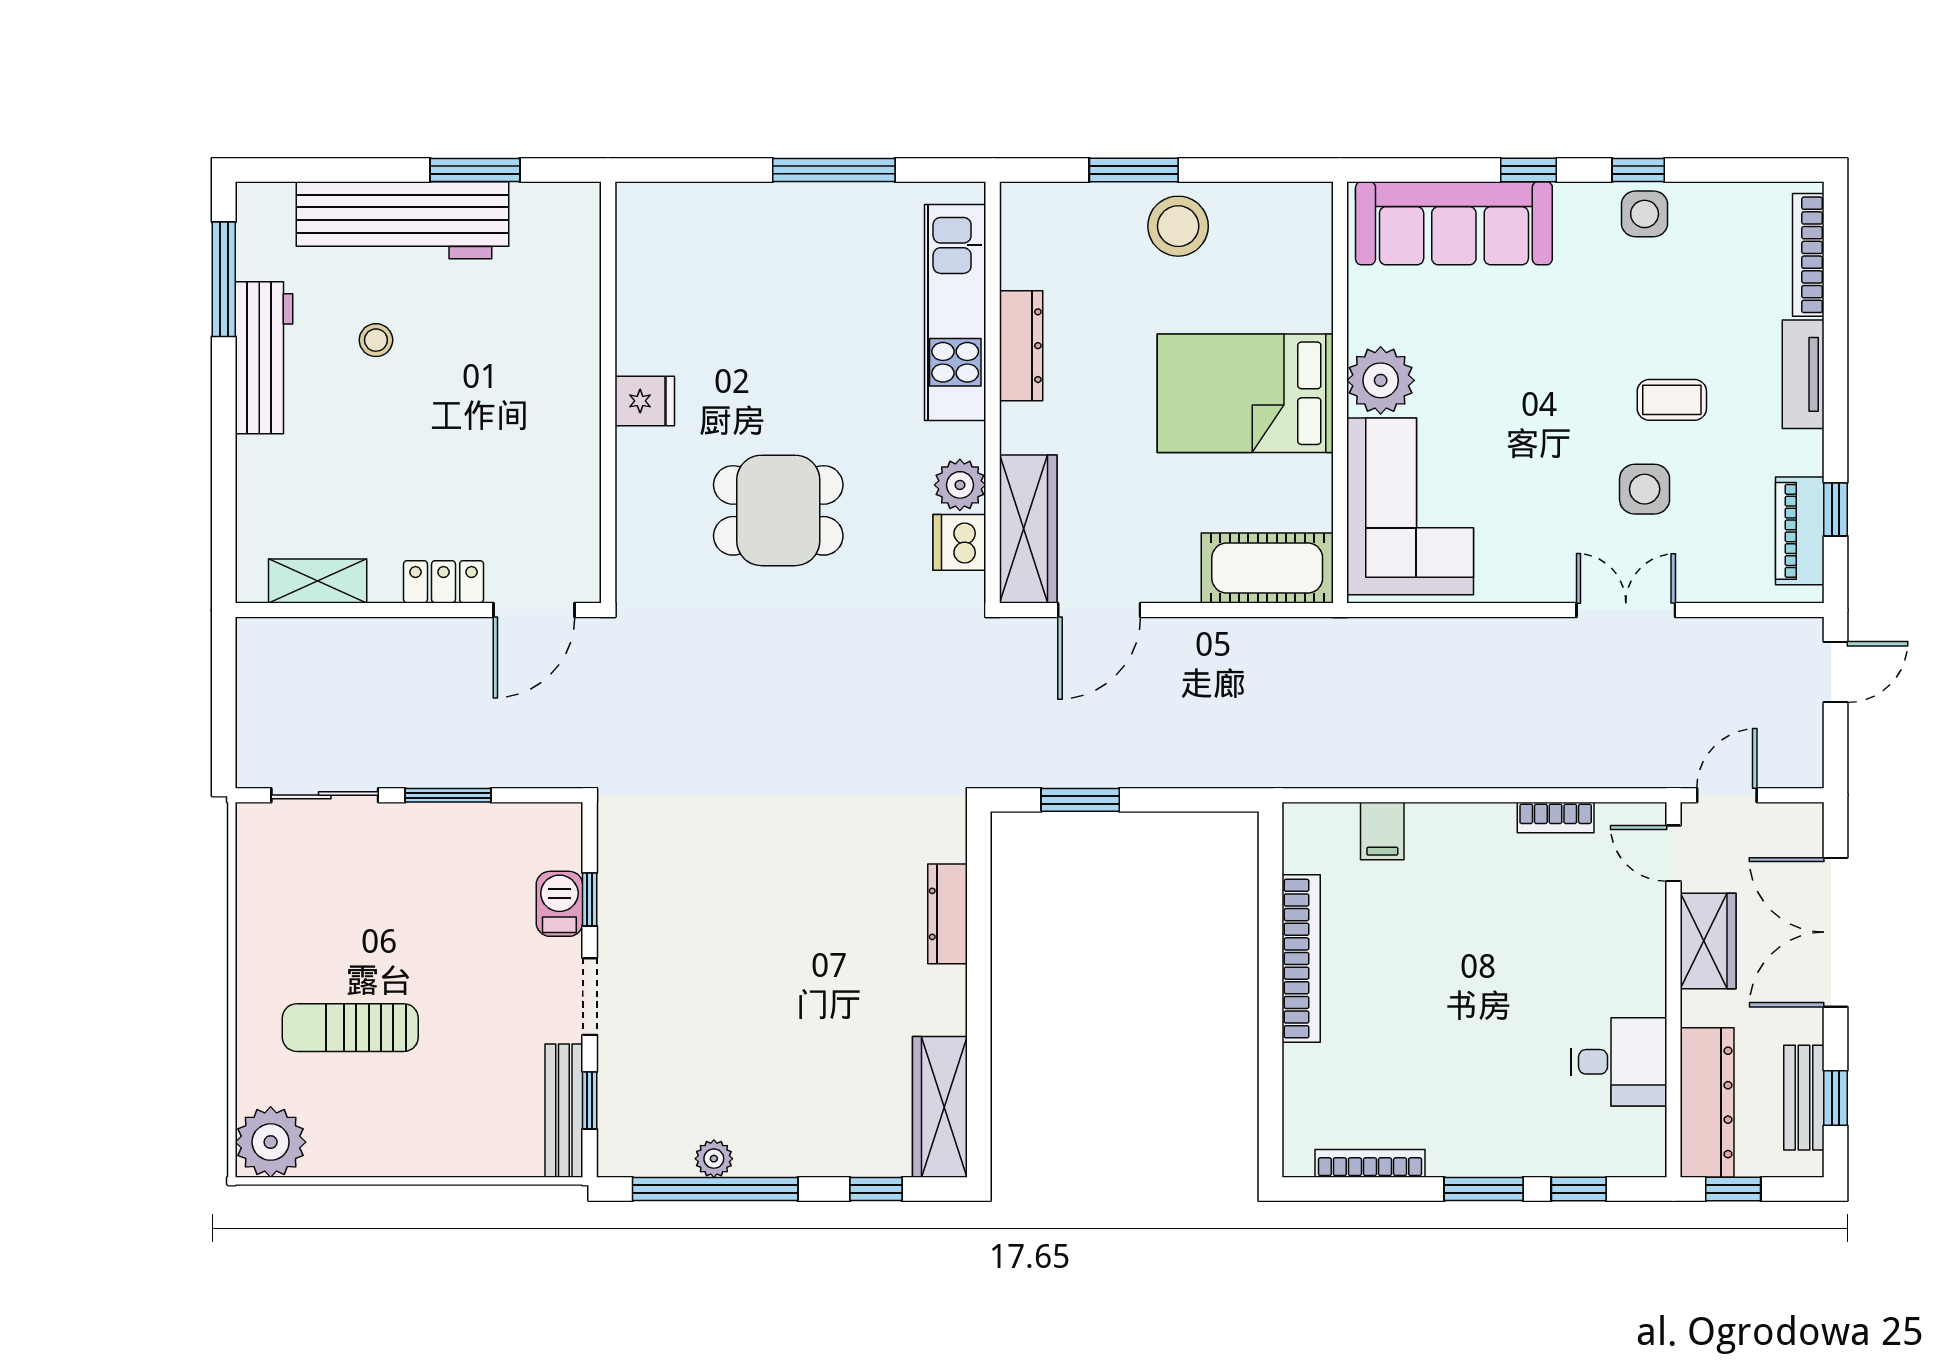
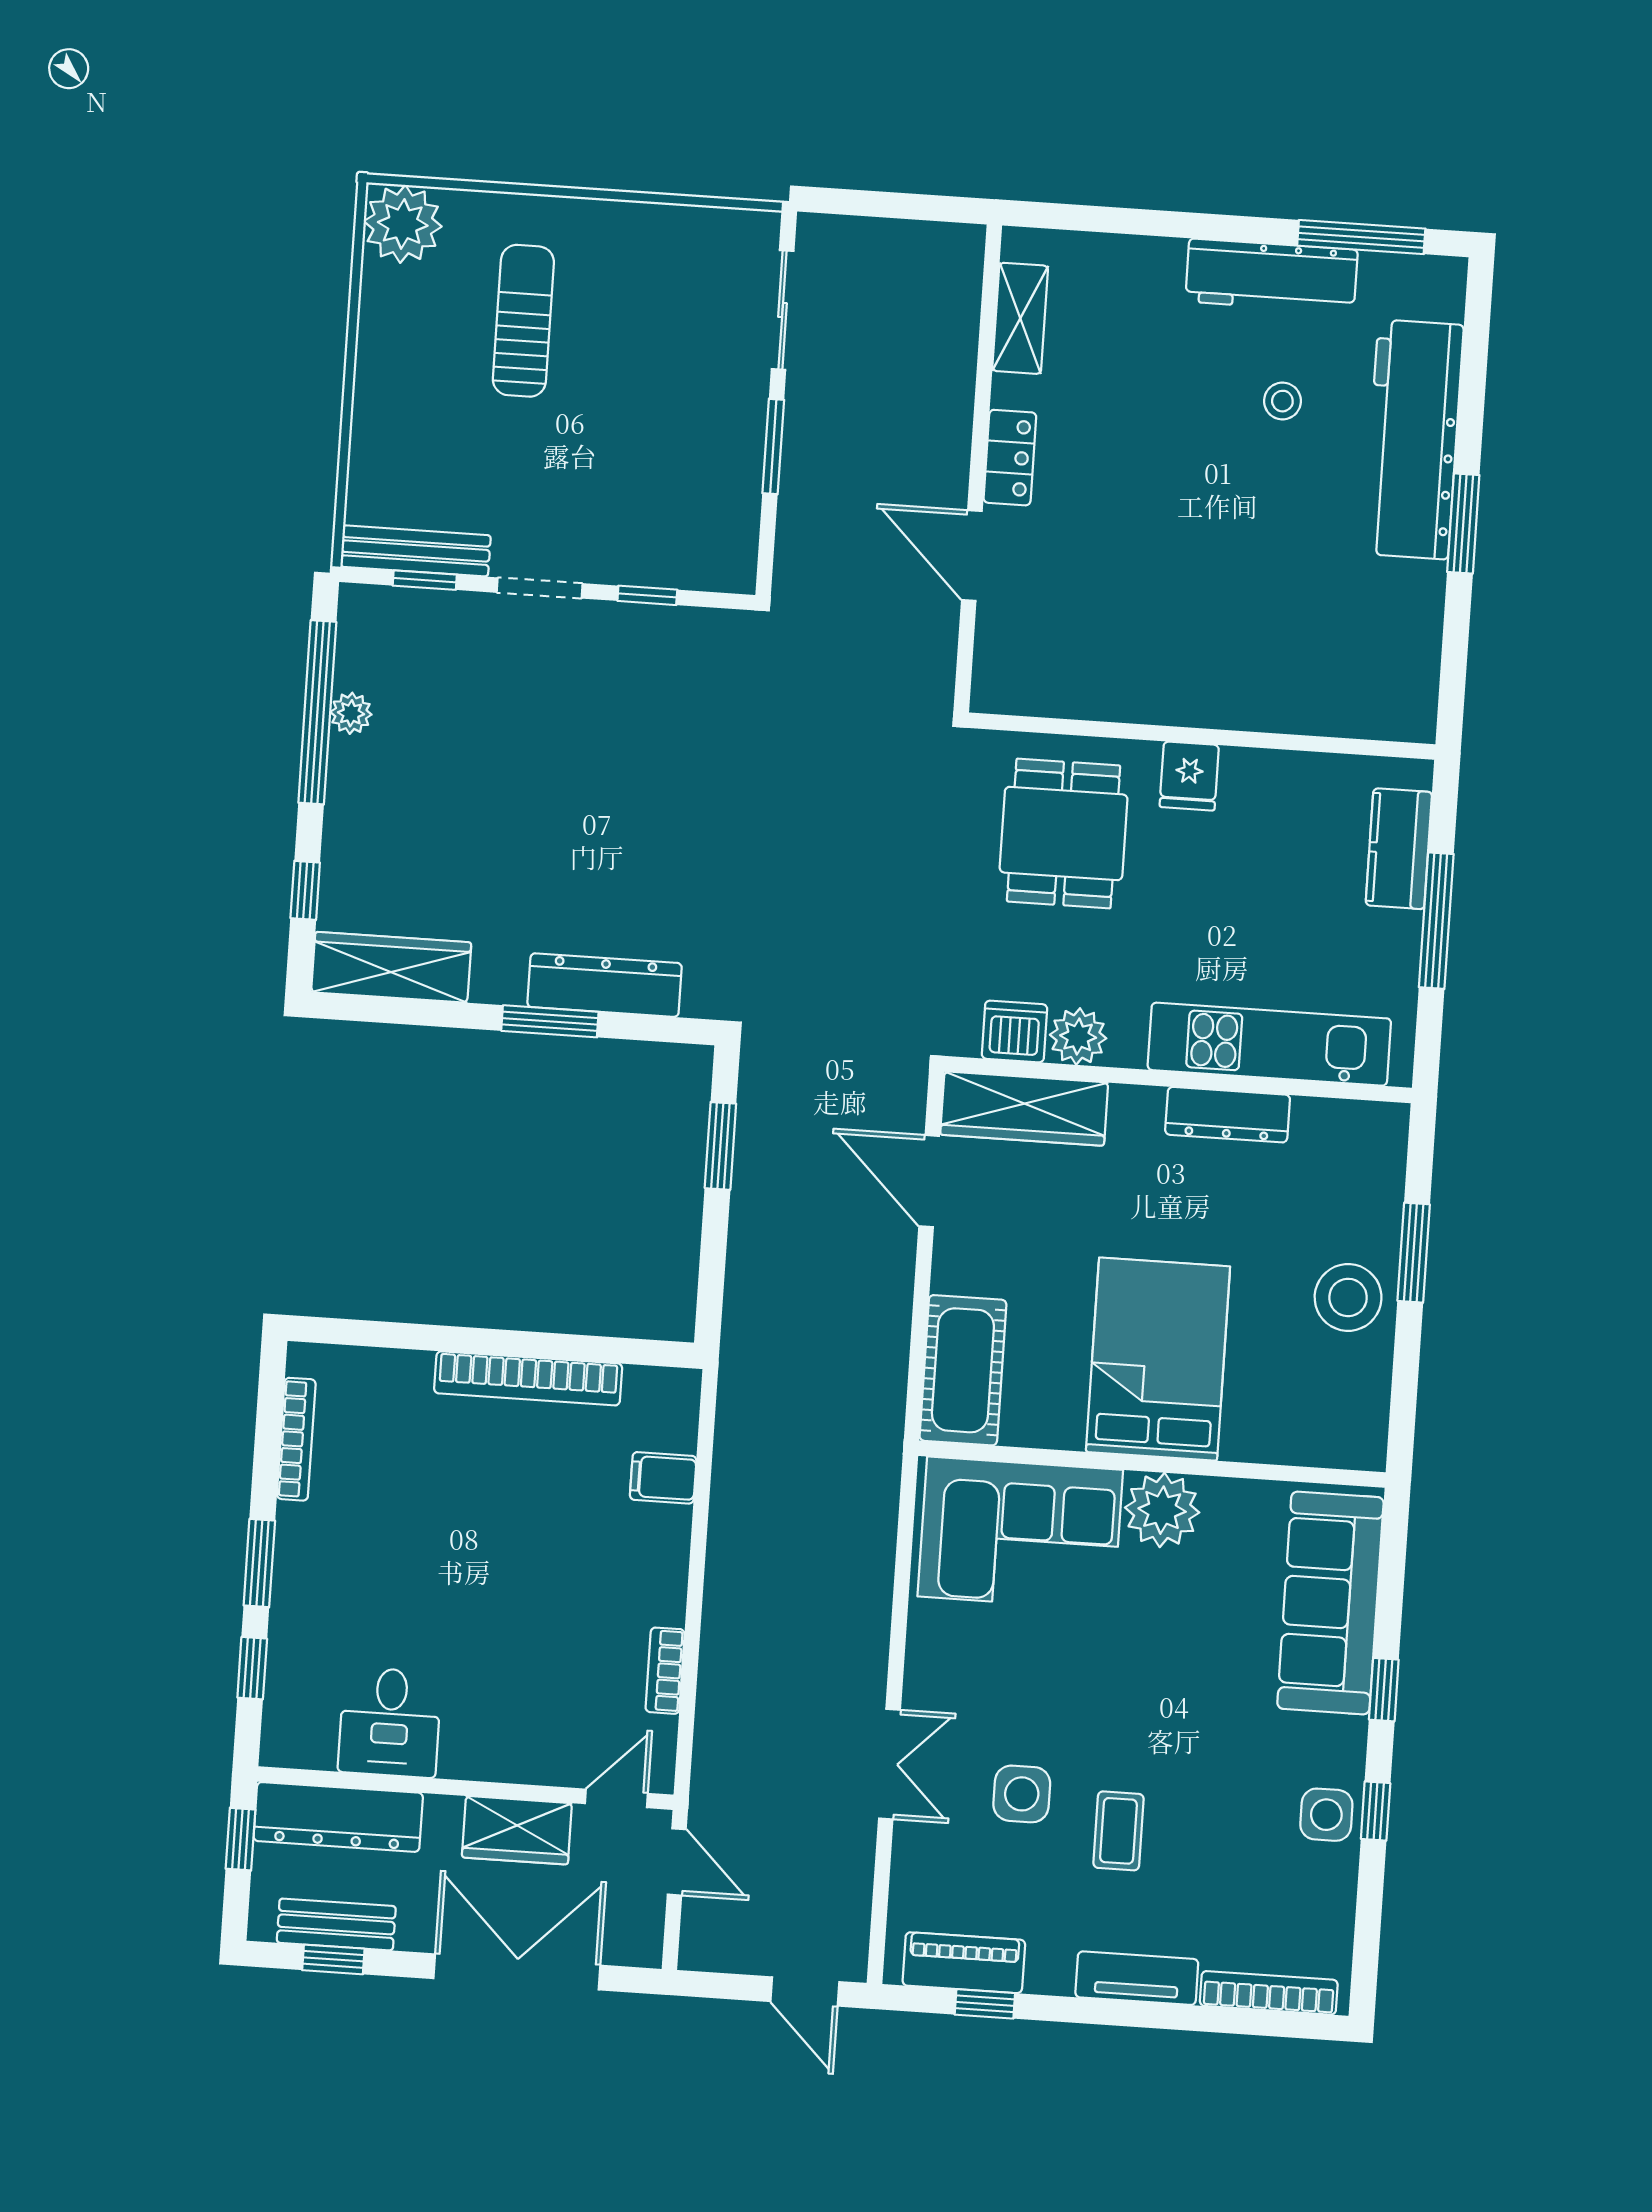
kitchen counter: (771, 208) -> (1399, 849), added
wall: (608, 392) -> (1202, 736), moved
fridge: (645, 401) -> (1189, 776), moved
barbecue: (559, 904) -> (645, 562), removed
dresser: (948, 914) -> (605, 985), width x1.37, depth x1.24
window: (979, 961) -> (550, 1021), added

